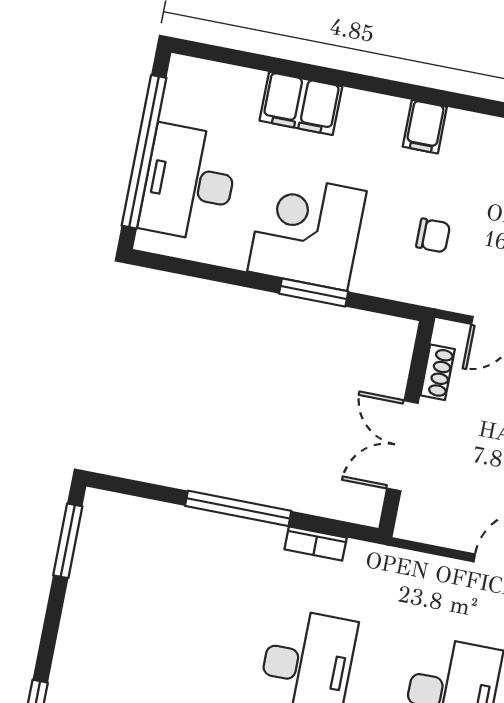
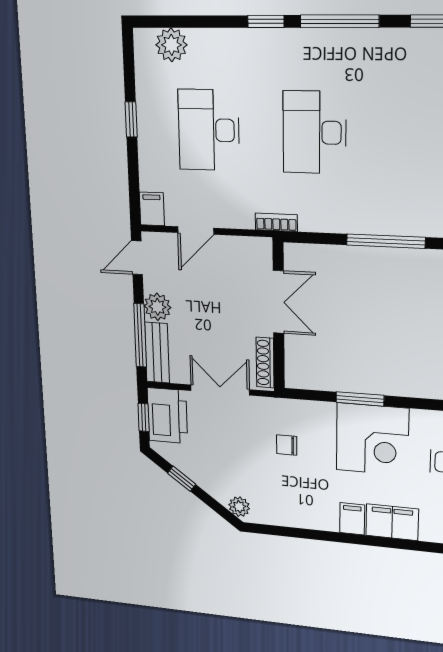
filing cabinet: (425, 127) -> (352, 519), moved
shoe rack: (438, 372) -> (265, 363), width x1.43
bookcase: (316, 544) -> (276, 222), moved

